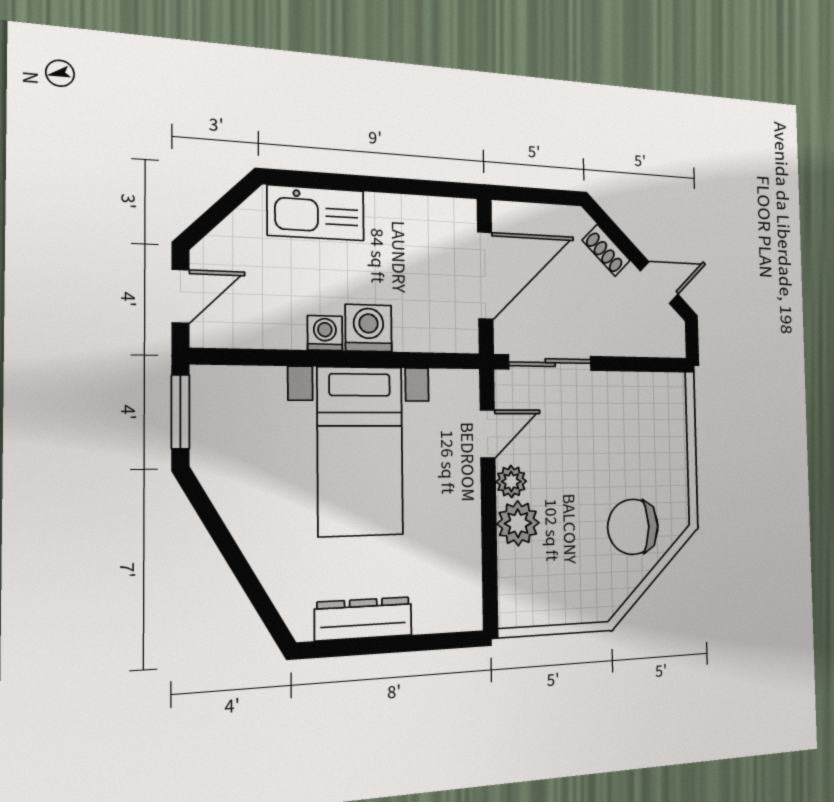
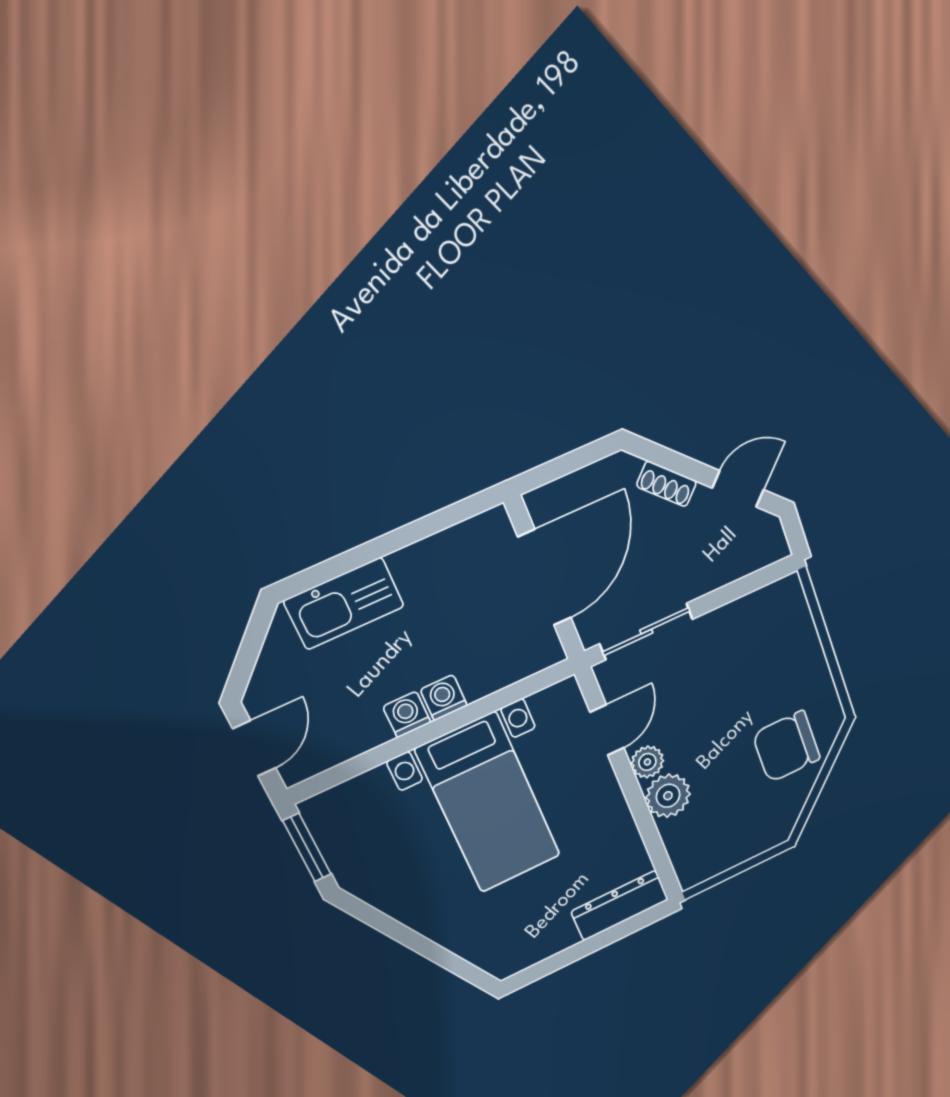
washing machine: (369, 328) -> (444, 698), width x0.73, depth x0.73
dresser: (363, 619) -> (620, 905), moved

